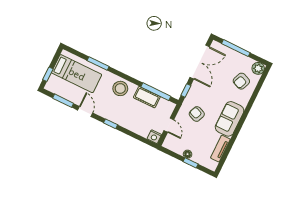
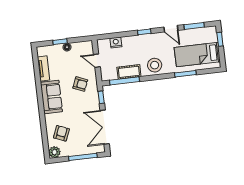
nightstand: (154, 137) -> (116, 42), moved

